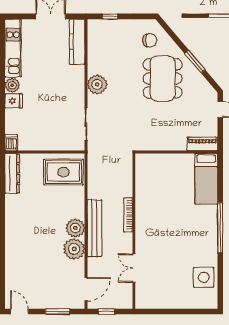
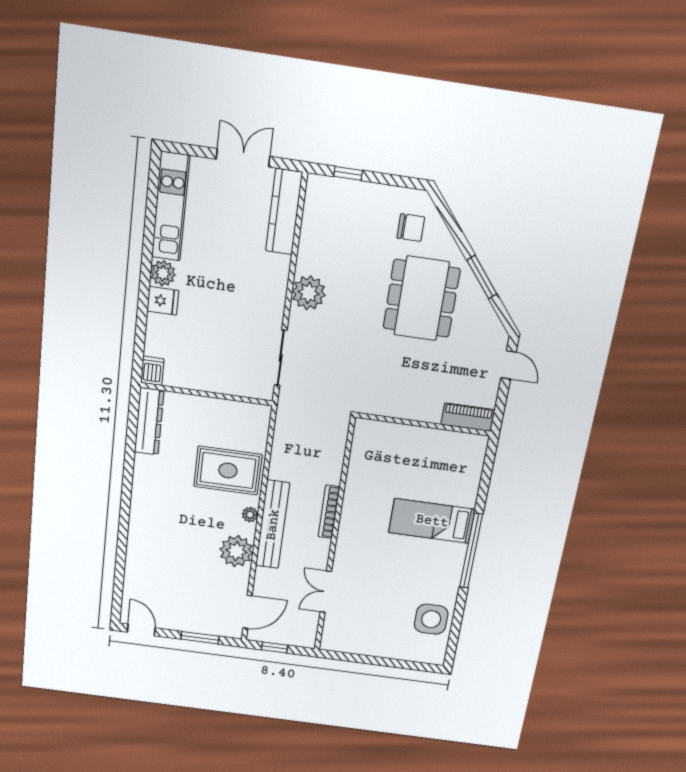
rug: (63, 172) -> (228, 470), moved
bed: (206, 179) -> (432, 521), moved, turned 90
plant: (75, 228) -> (250, 515), width x0.53, depth x0.53

